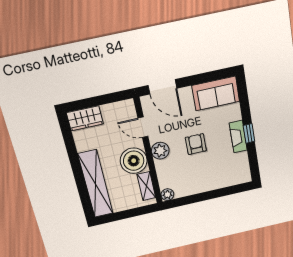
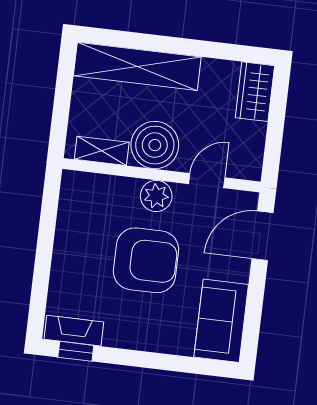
window: (249, 134) -> (76, 351), moved
fireplace: (238, 137) -> (74, 331), moved
armchair: (196, 144) -> (146, 260), width x1.88, depth x1.88
plant: (167, 195) -> (72, 182), removed

